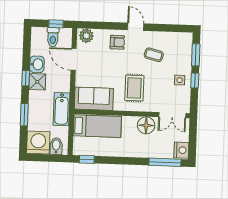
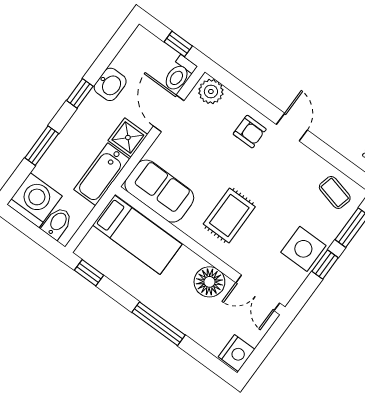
toilet: (53, 37) -> (179, 74), moved
coffee table: (154, 55) -> (335, 192), moved
side table: (180, 80) -> (303, 249), width x1.87, depth x1.87
shower: (37, 82) -> (128, 138), moved
window: (165, 162) -> (158, 324), moved

